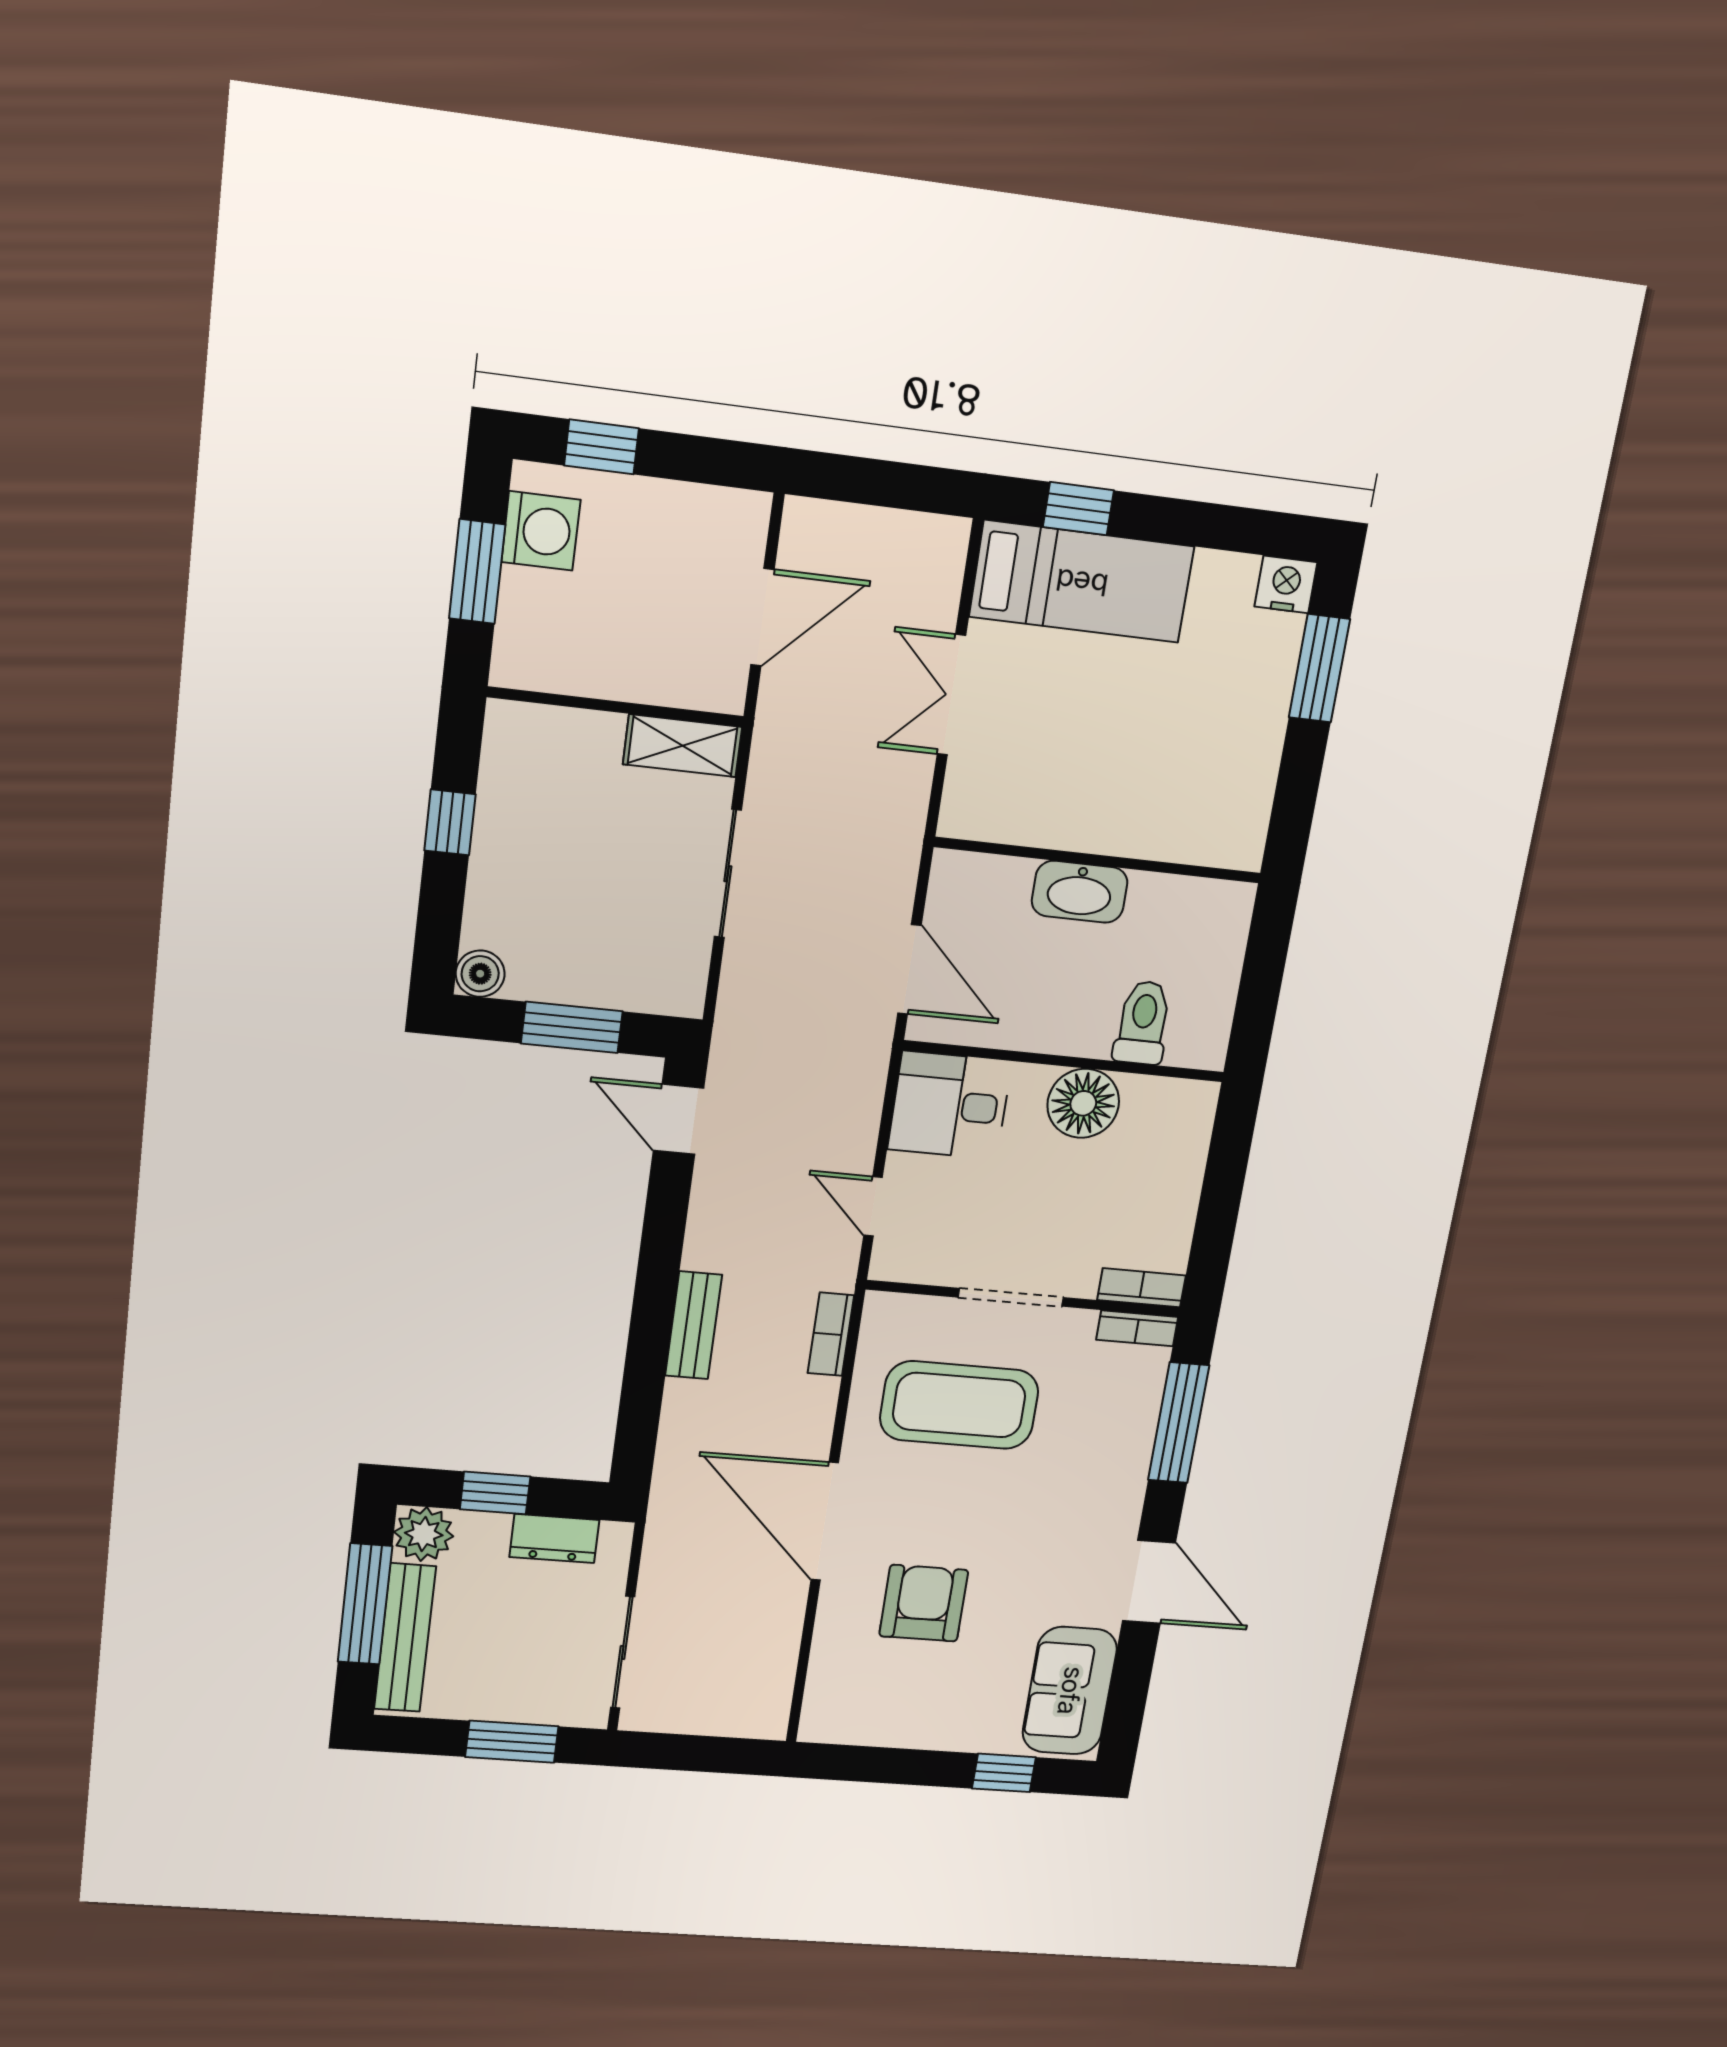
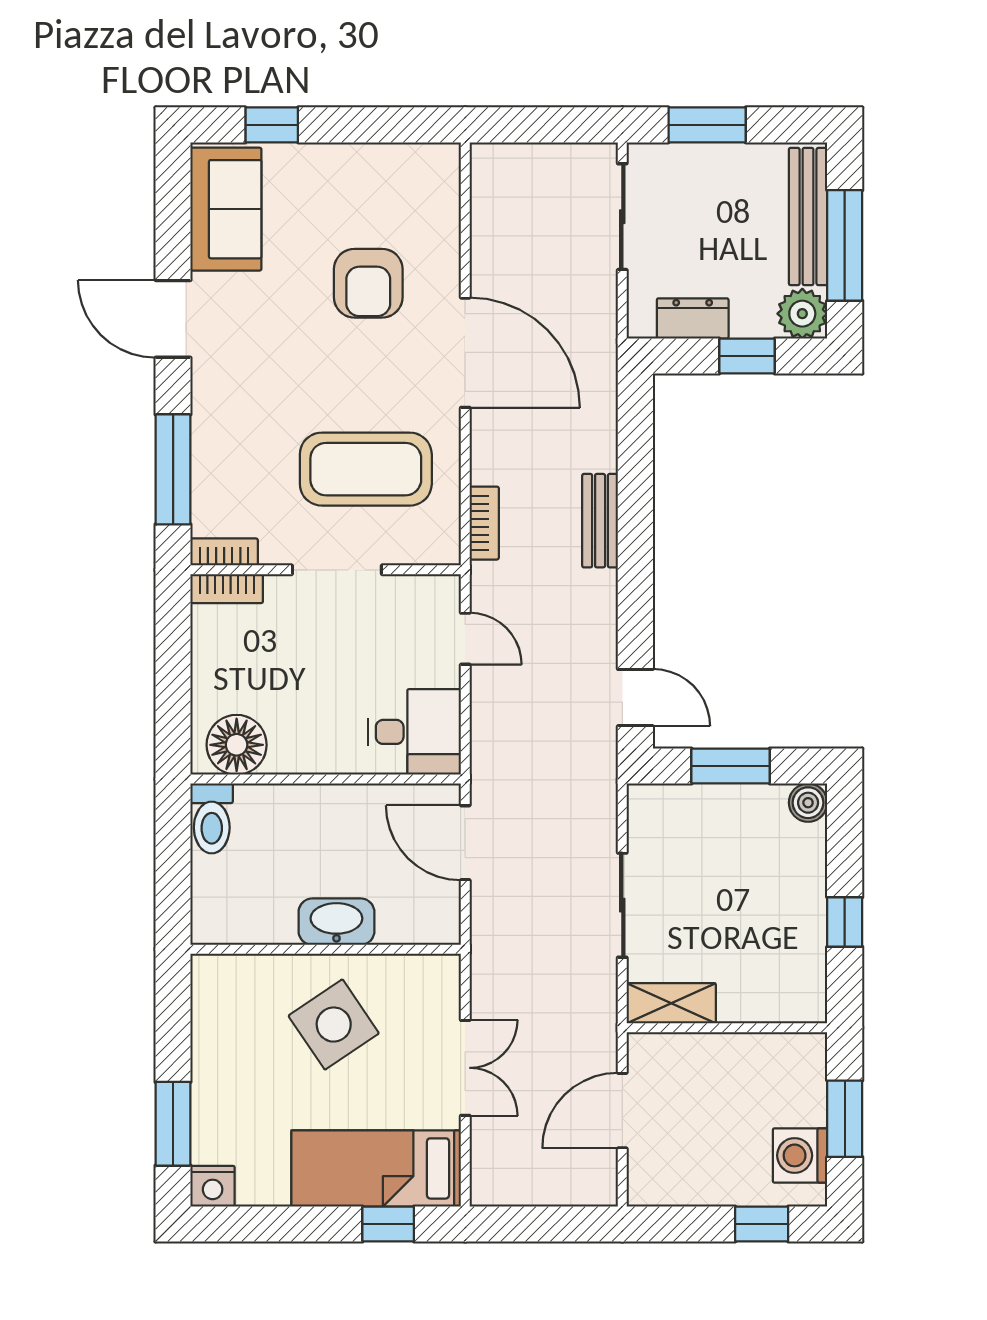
side table: (1104, 768) -> (334, 1025), added
toilet: (1143, 1023) -> (212, 818), moved
floor lamp: (1083, 1103) -> (237, 745), moved

